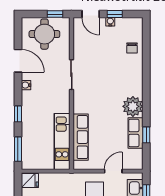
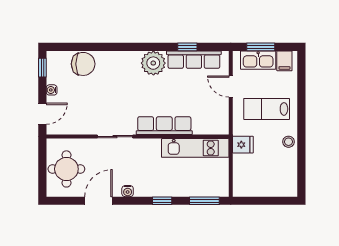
window: (55, 14) -> (42, 156), removed
window: (115, 14) -> (42, 68), moved
chair: (132, 48) -> (83, 64), width x1.87, depth x1.87
row of seats: (136, 133) -> (194, 60), width x1.48
row of seats: (81, 137) -> (164, 126), moved
fridge: (30, 180) -> (243, 145), moved, turned 90

